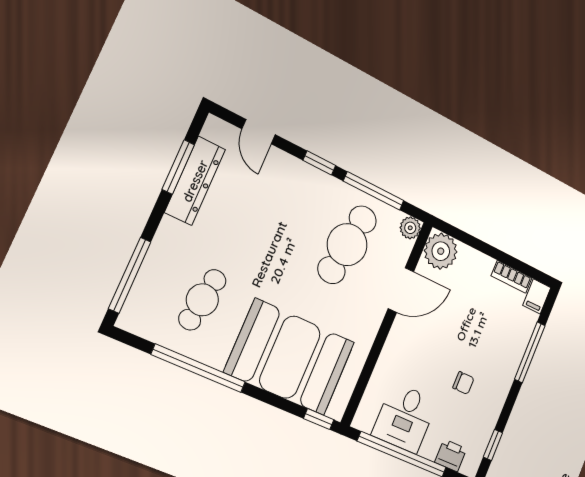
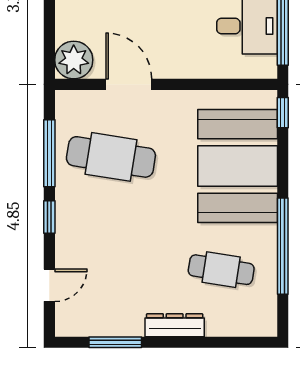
dresser: (195, 181) -> (175, 325), moved, width x0.73, depth x0.80
plant: (410, 228) -> (66, 101), removed
window: (130, 275) -> (228, 342), removed

